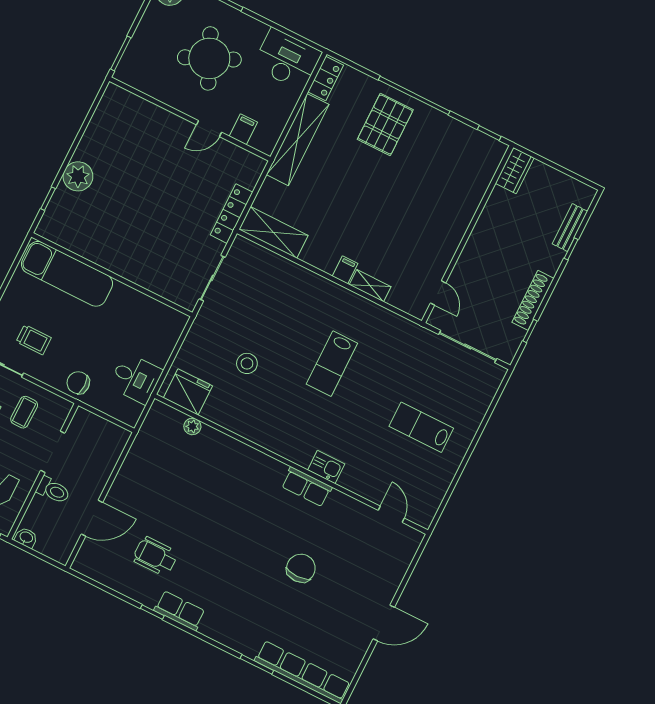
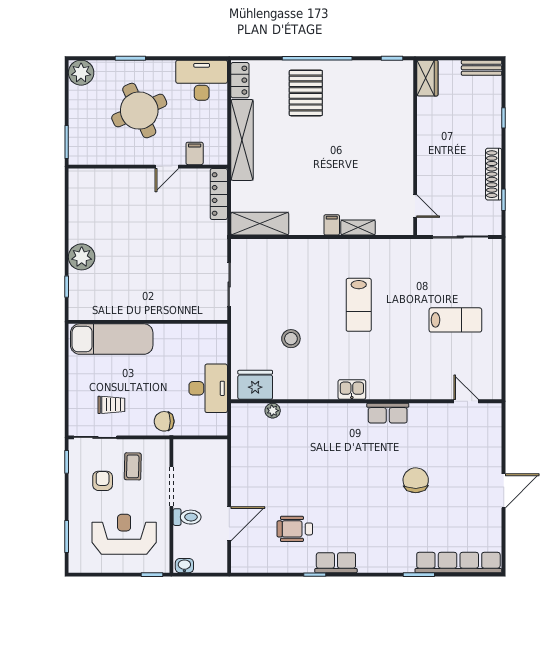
locker: (232, 214) -> (219, 194), moved
bench: (570, 228) -> (482, 68), moved, turned 90
desk: (136, 378) -> (208, 388), width x1.37
lab bench: (421, 427) -> (455, 320), turned 180
kitchen sink: (326, 467) -> (352, 390), moved

